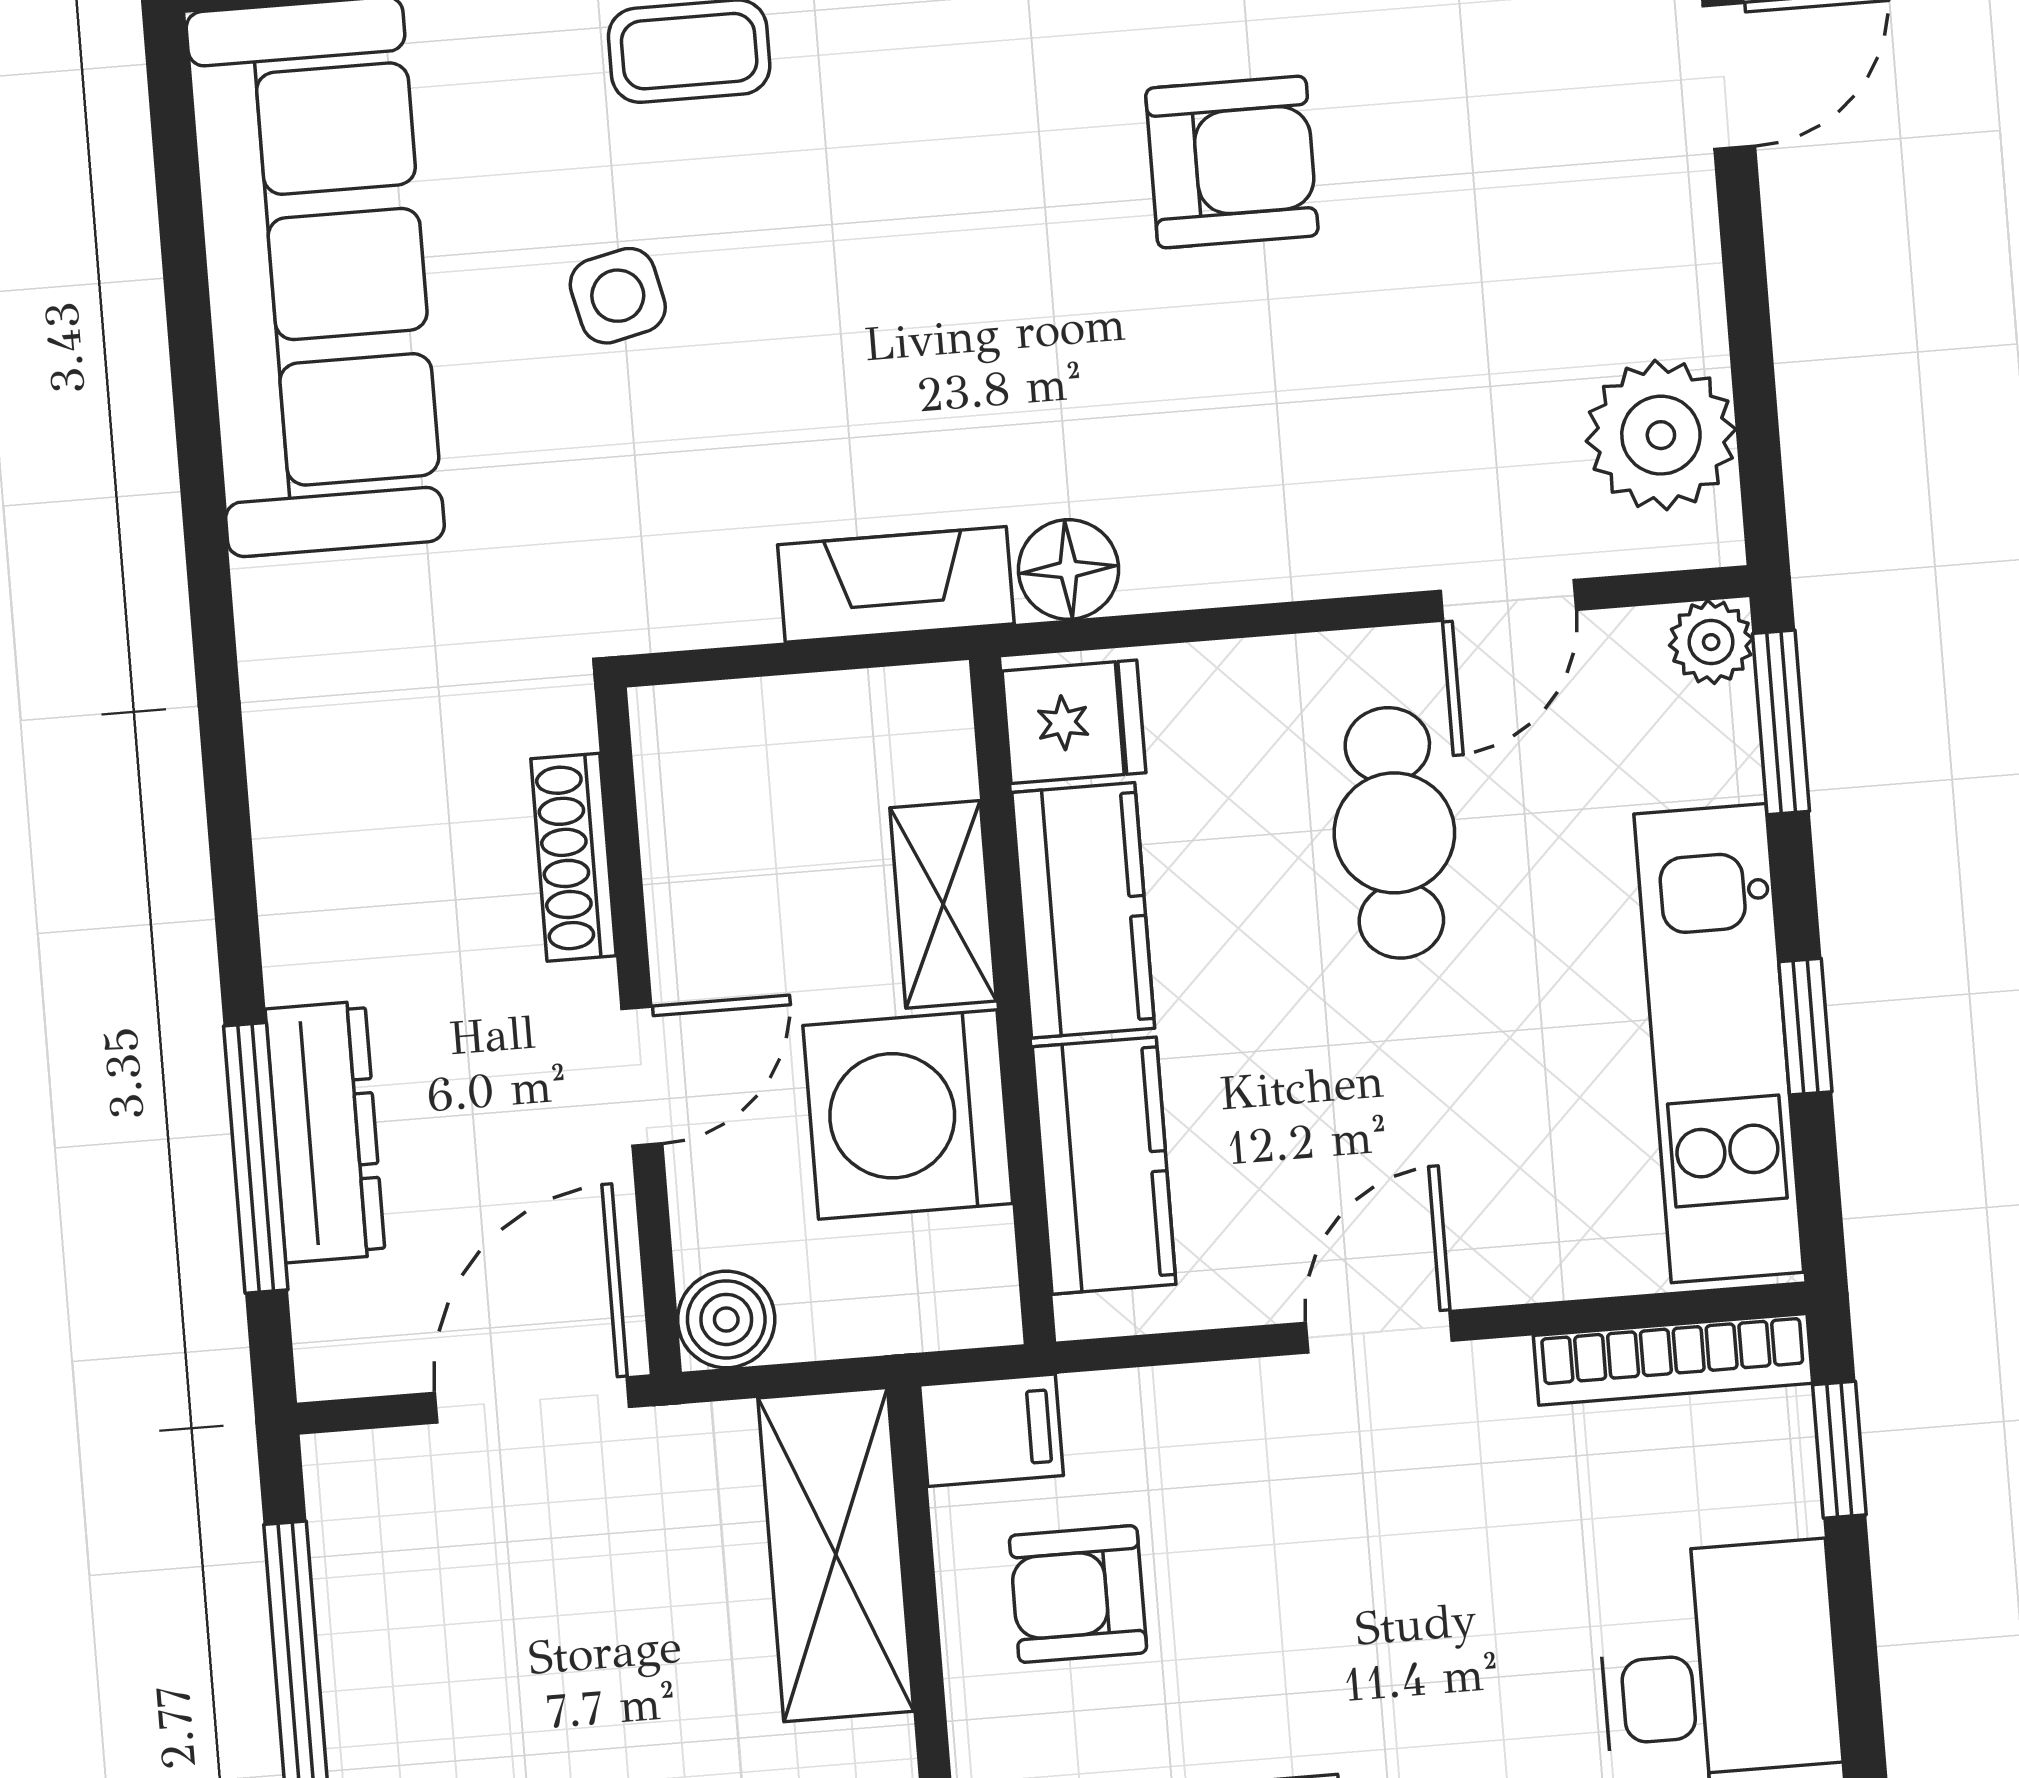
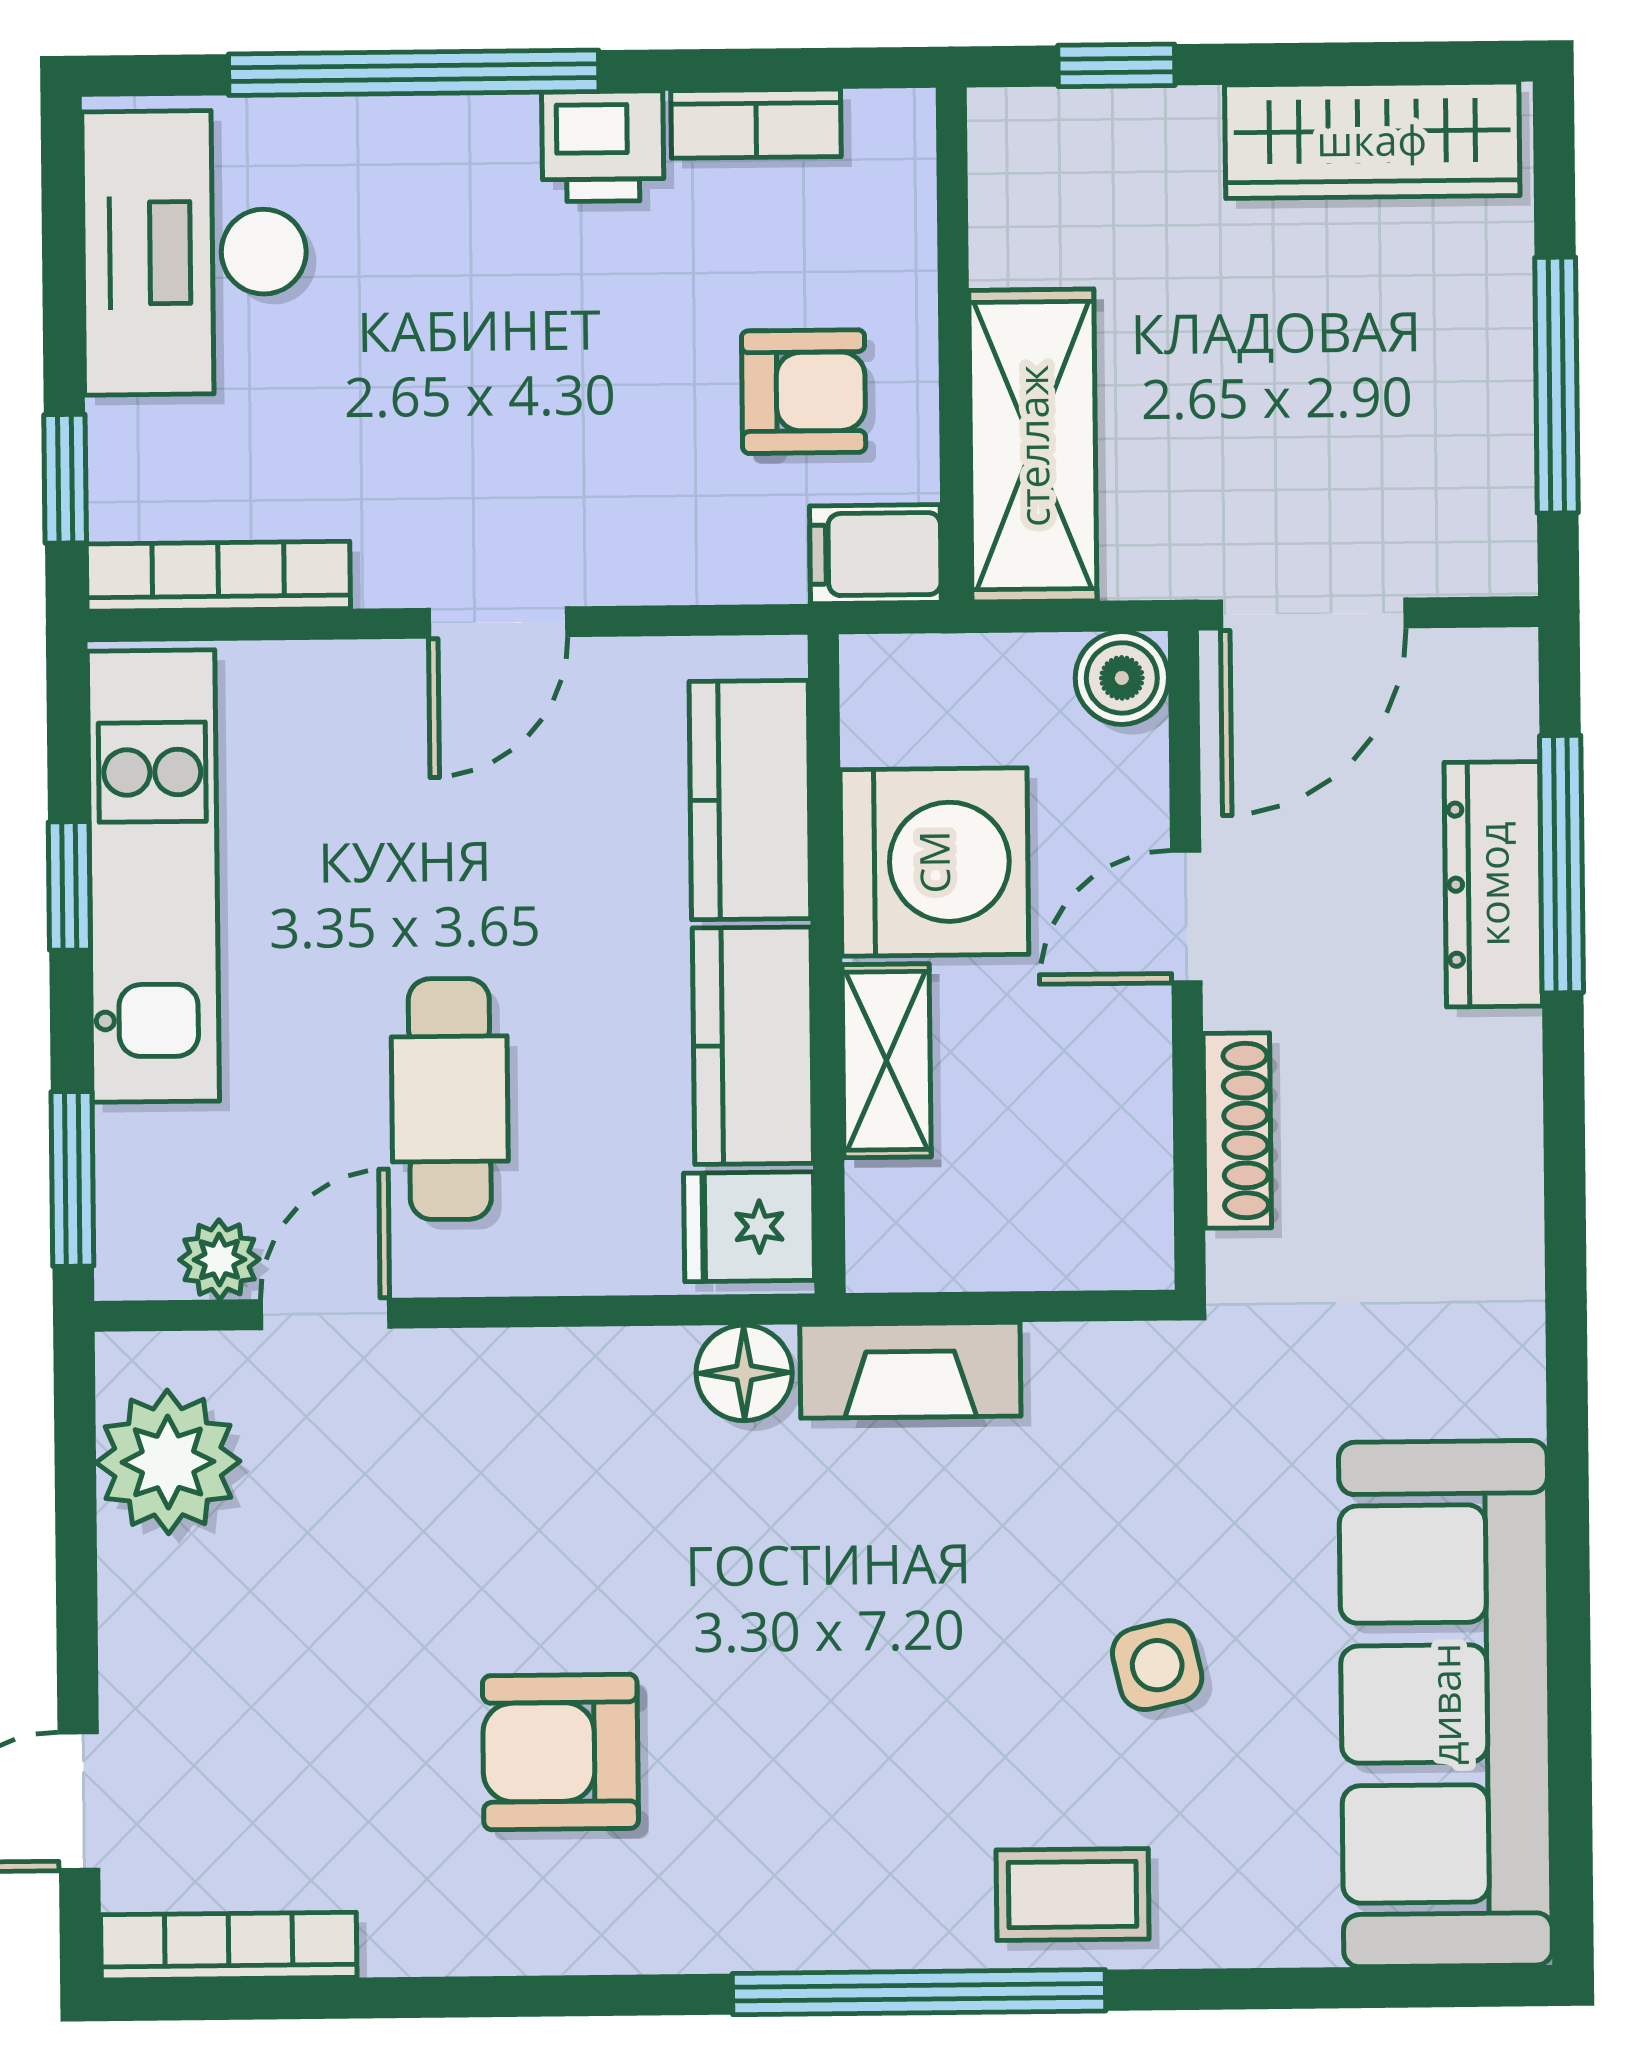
plant: (1711, 642) -> (219, 1260), moved

